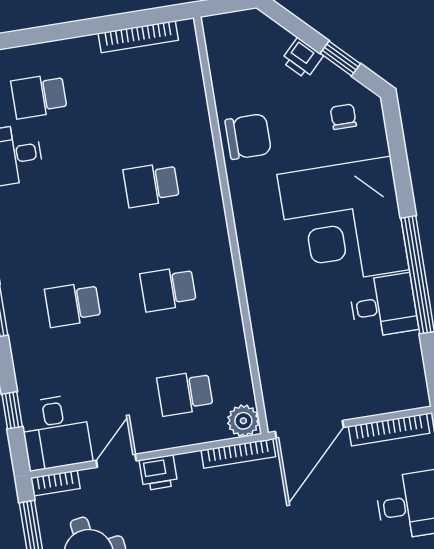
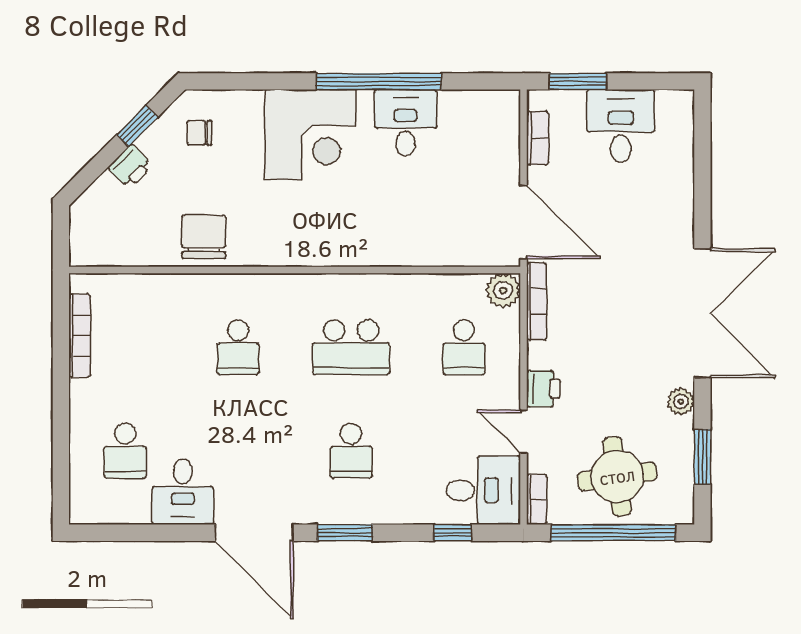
corner desk: (343, 222) -> (310, 135), width x0.74, depth x0.74
school desk: (168, 289) -> (351, 347), width x1.85
bookcase: (389, 430) -> (538, 138), width x0.64

